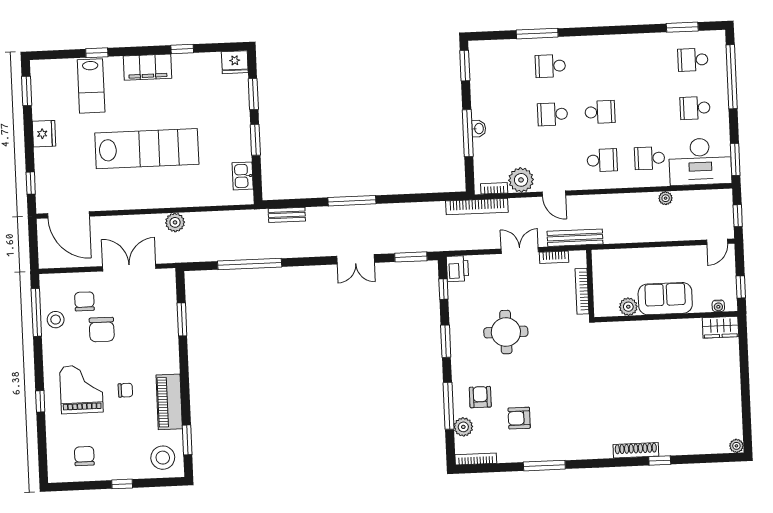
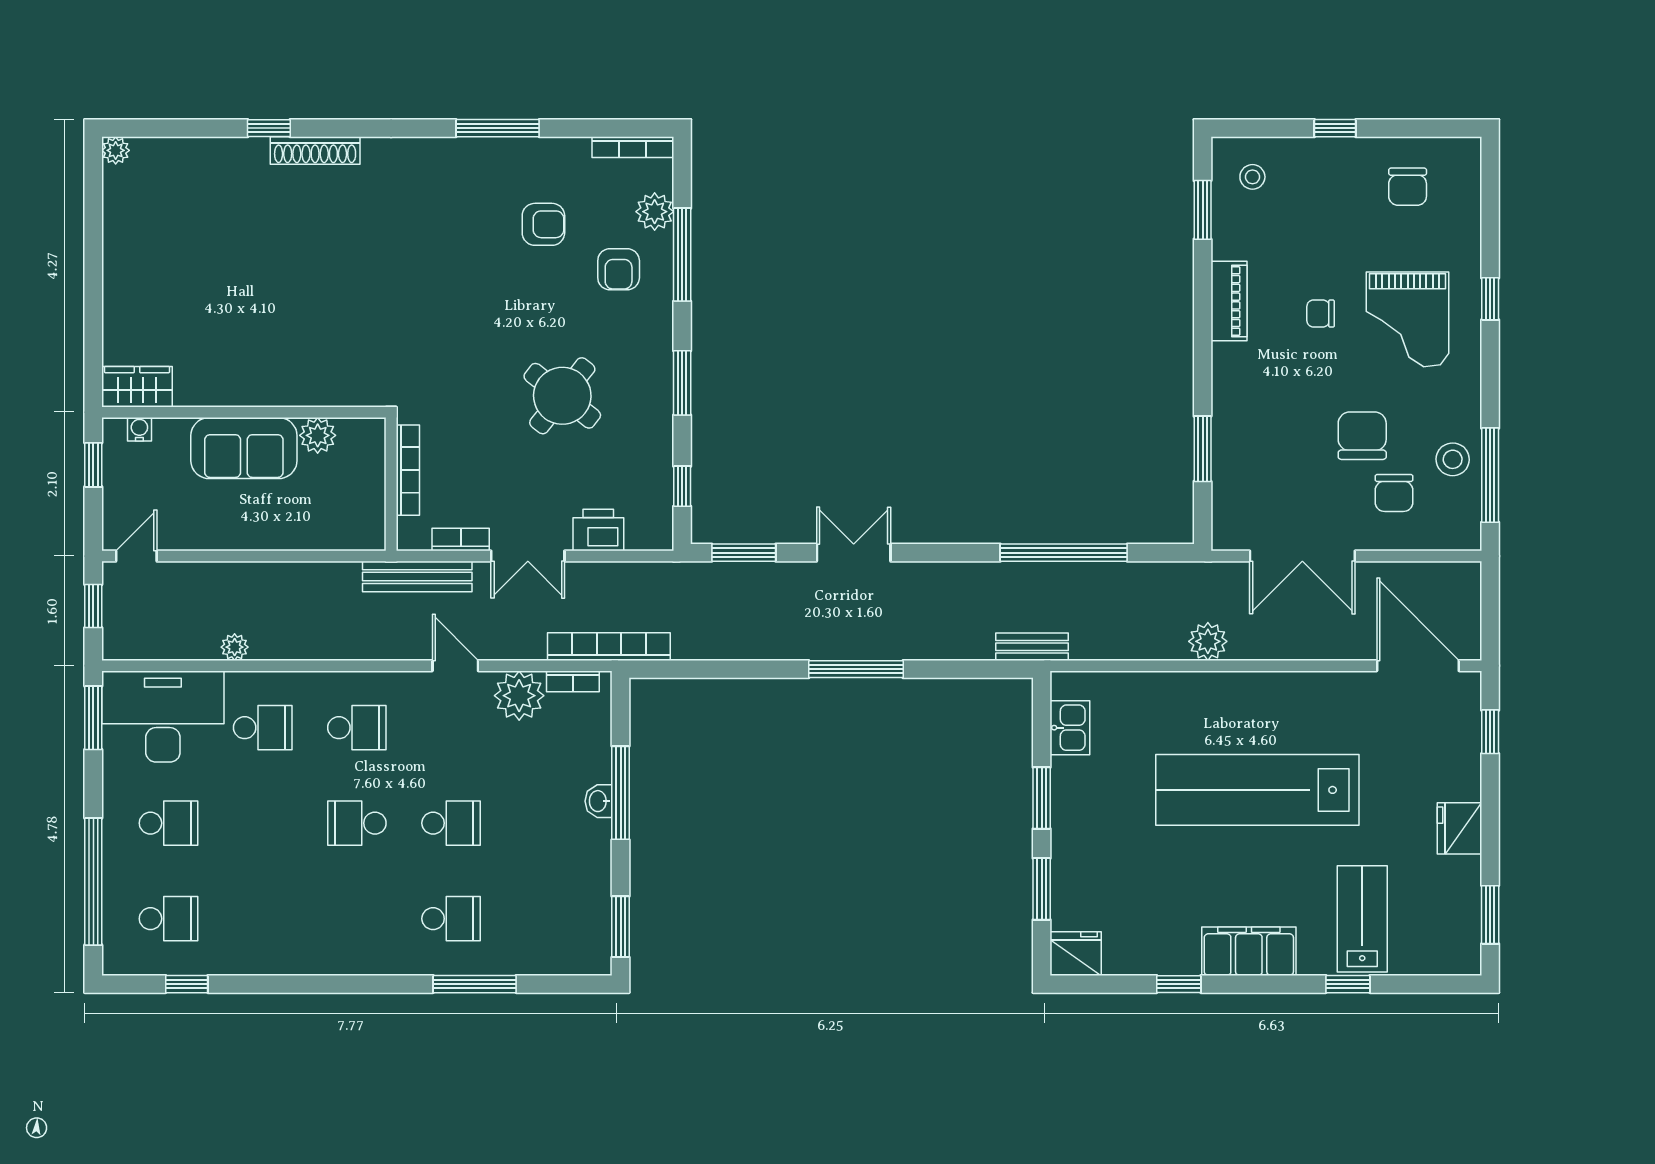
window: (682, 27) -> (187, 984), width x0.67
school desk: (602, 160) -> (357, 728), turned 180
bench: (287, 215) -> (1032, 647), moved
printer: (457, 269) -> (598, 530), moved, turned 90
round table: (506, 332) -> (562, 396), turned 38
piano: (169, 402) -> (1229, 301), width x0.73, depth x0.75
stool: (163, 458) -> (1252, 177), width x0.53, depth x0.53

